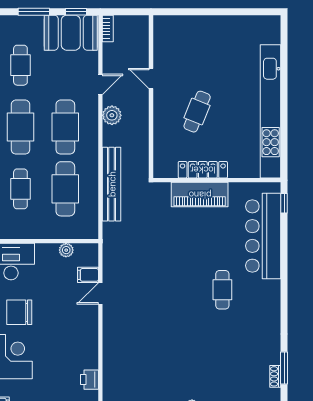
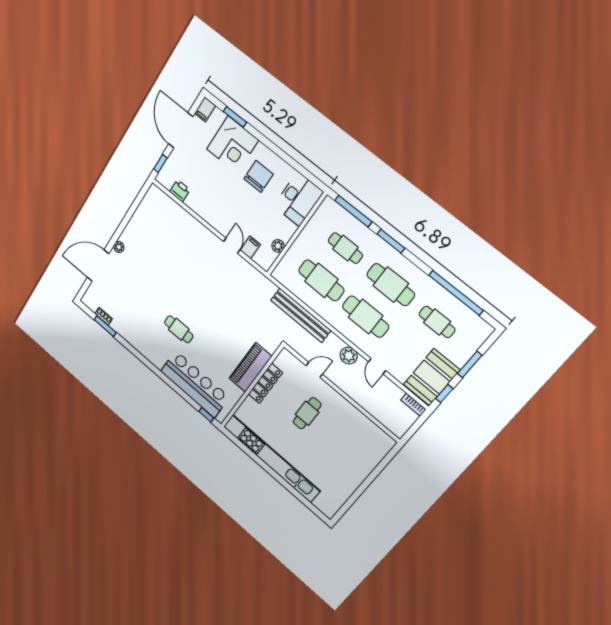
door: (151, 78) -> (314, 370), moved
cafe table: (197, 112) -> (307, 413), turned 68

